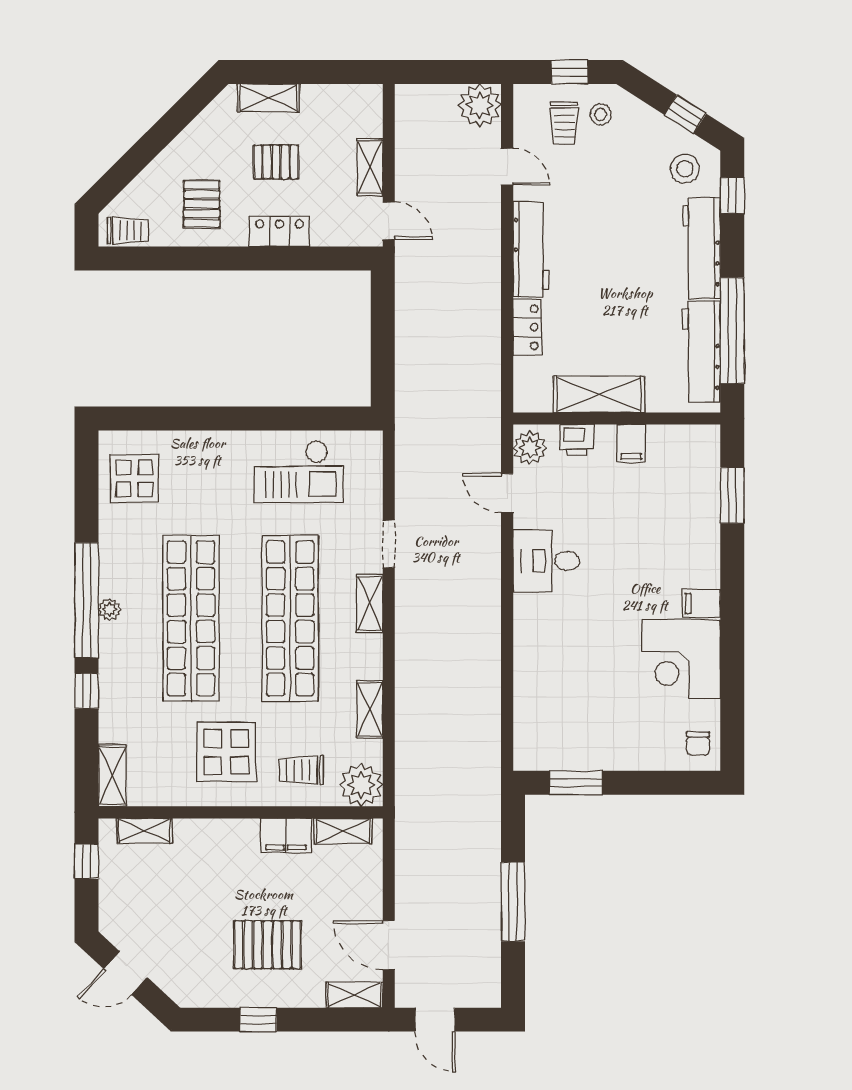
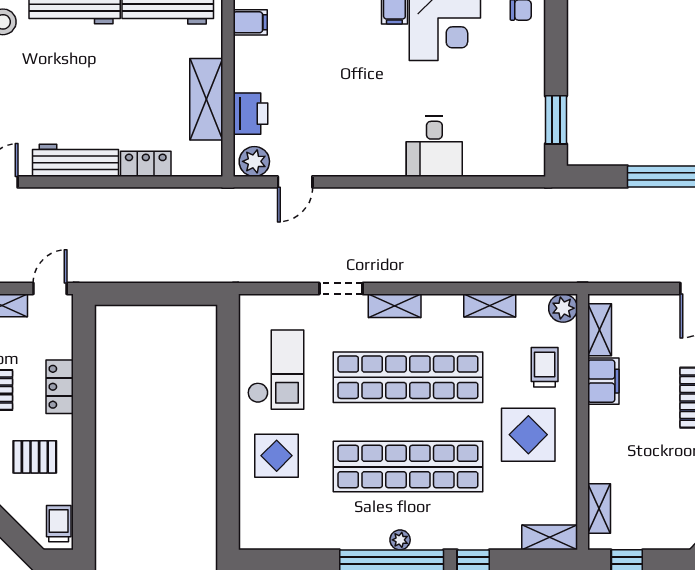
printer: (577, 440) -> (250, 114), width x1.36, depth x1.24
filing cabinet: (631, 443) -> (250, 22), moved
display table: (134, 479) -> (277, 456), moved
desk: (546, 561) -> (434, 146), moved
trolley: (301, 770) -> (545, 367), turned 180
plant: (361, 785) -> (563, 308), width x0.73, depth x0.73

